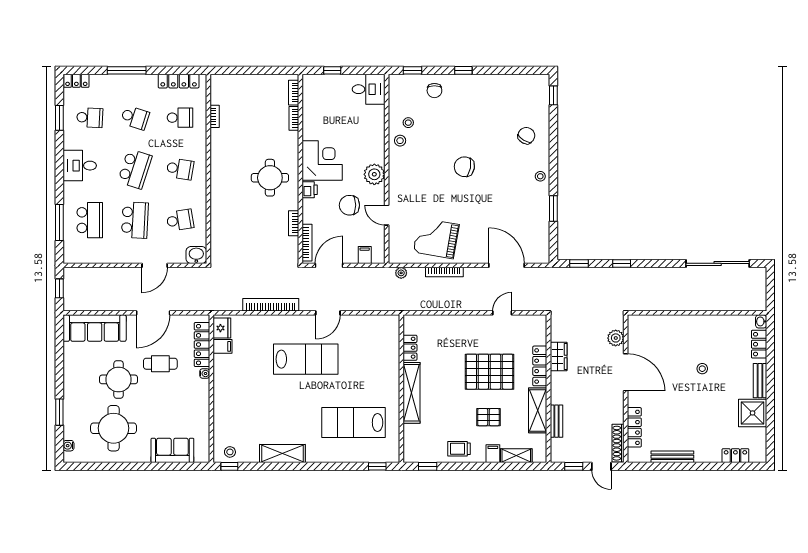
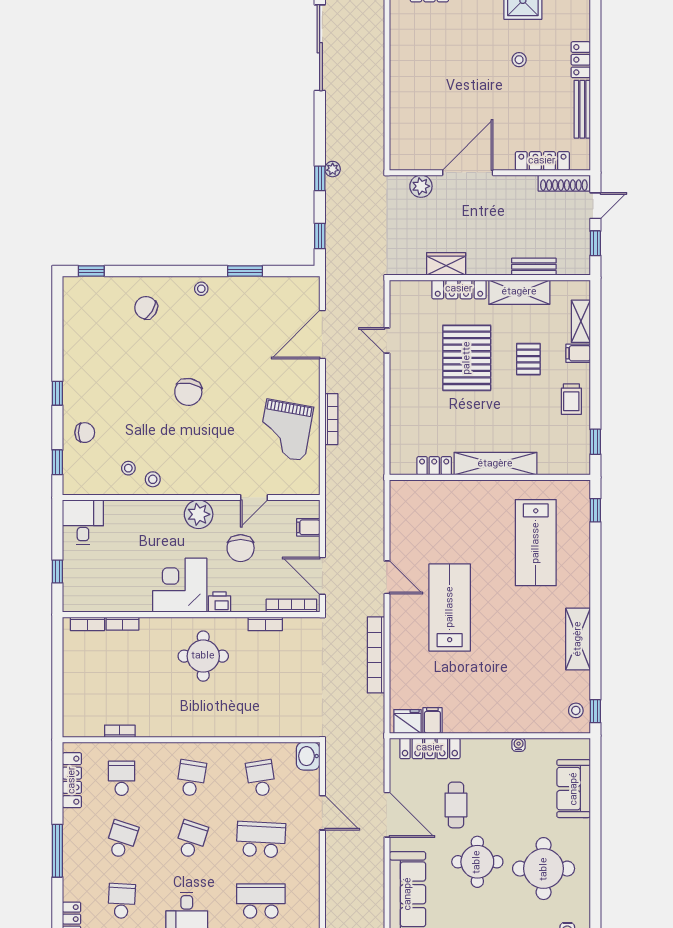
school desk: (135, 169) -> (191, 840), width x0.54
plant: (401, 273) -> (333, 169), moved
stool: (702, 369) -> (519, 60), moved
water cooler: (205, 373) -> (519, 745), moved
locker: (735, 456) -> (581, 60), moved

